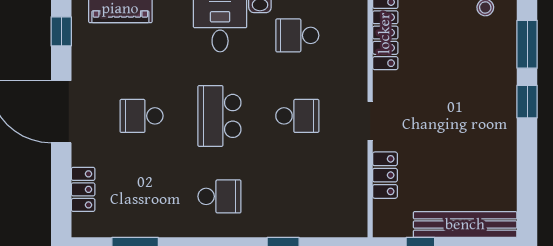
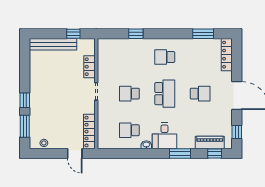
school desk: (297, 35) -> (129, 130), turned 180
locker: (83, 189) -> (227, 55), width x1.53

